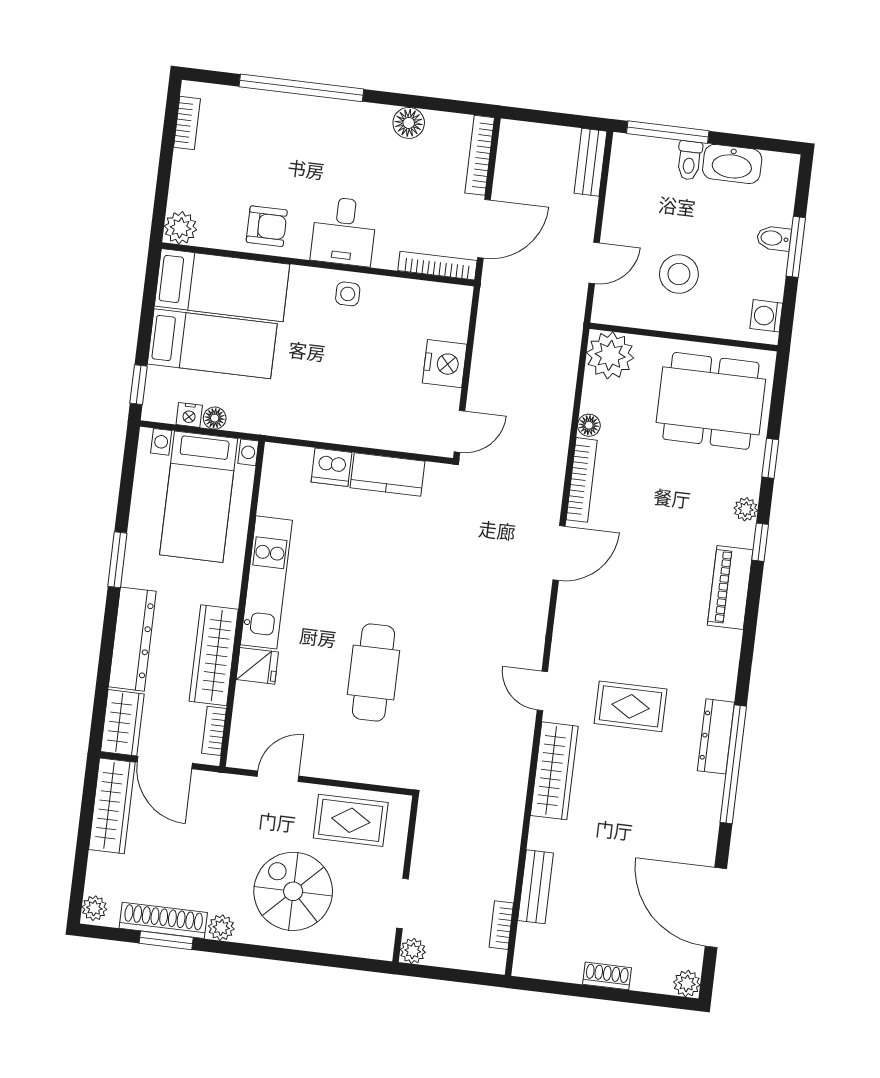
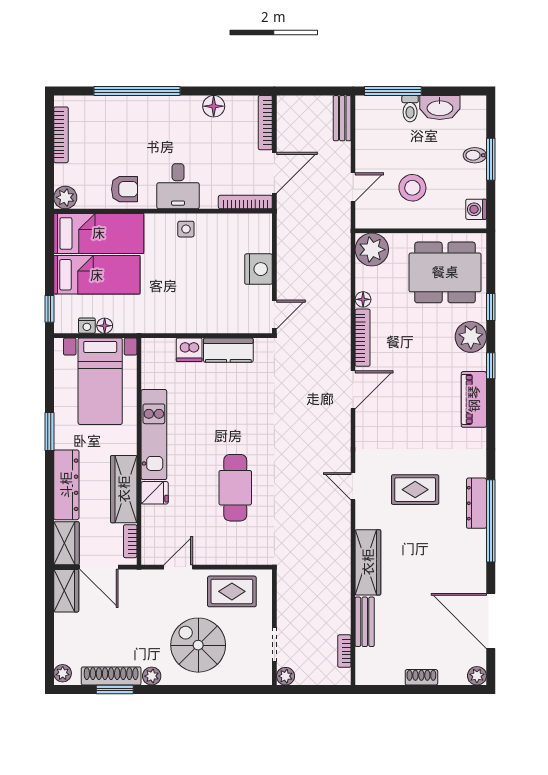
bookcase: (187, 123) -> (61, 135), width x1.56
plant: (746, 509) -> (471, 337), width x1.88, depth x1.88
wardrobe: (554, 771) -> (368, 562), moved
wardrobe: (112, 806) -> (66, 591), width x0.67

